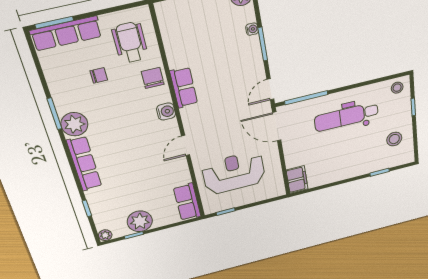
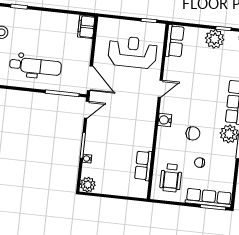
chair: (153, 78) -> (193, 133), moved, turned -90
row of seats: (184, 87) -> (143, 166), moved
reception desk: (234, 173) -> (133, 52), turned 180

